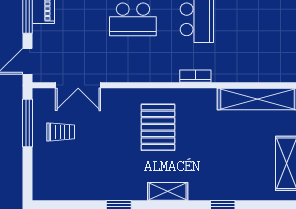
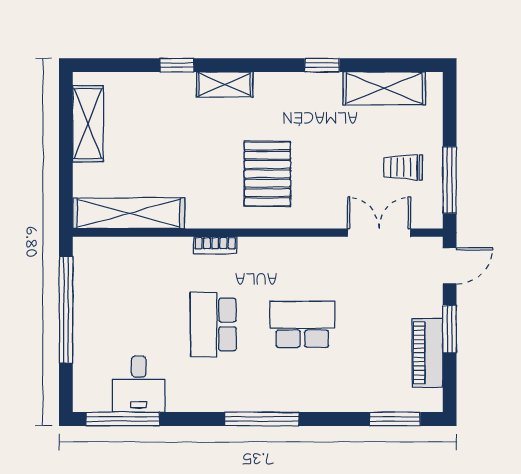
shelving: (74, 189) -> (384, 88), added
shelving: (168, 191) -> (225, 84), moved

